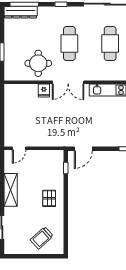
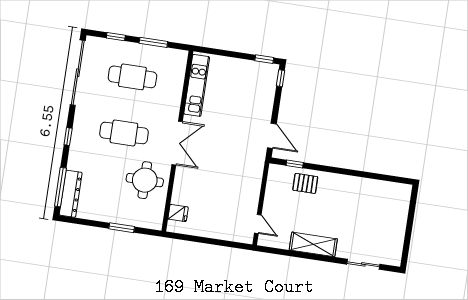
fridge: (44, 90) -> (178, 213), moved
pallet: (49, 198) -> (305, 183), moved
trolley: (42, 238) -> (386, 212), removed

